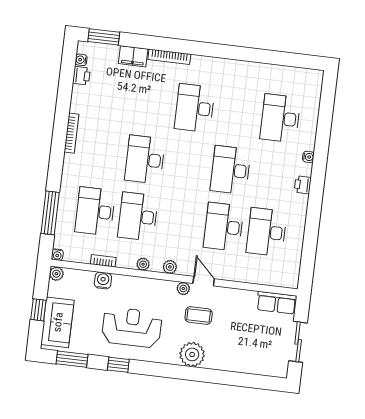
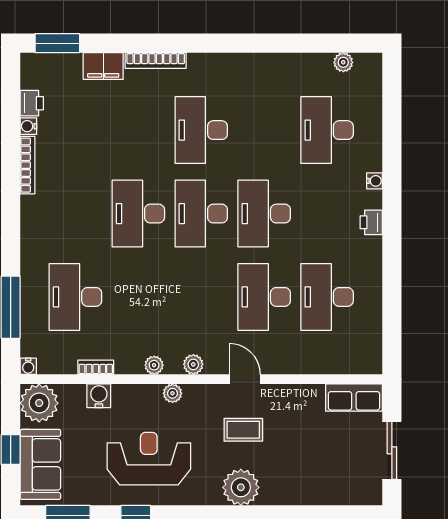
water cooler: (81, 60) -> (28, 126), moved
plant: (297, 74) -> (343, 62), added
bookcase: (71, 133) -> (27, 165), moved
desk: (138, 216) -> (201, 214), moved
plant: (56, 274) -> (39, 403), width x1.88, depth x1.88
plant: (183, 288) -> (172, 393), moved

